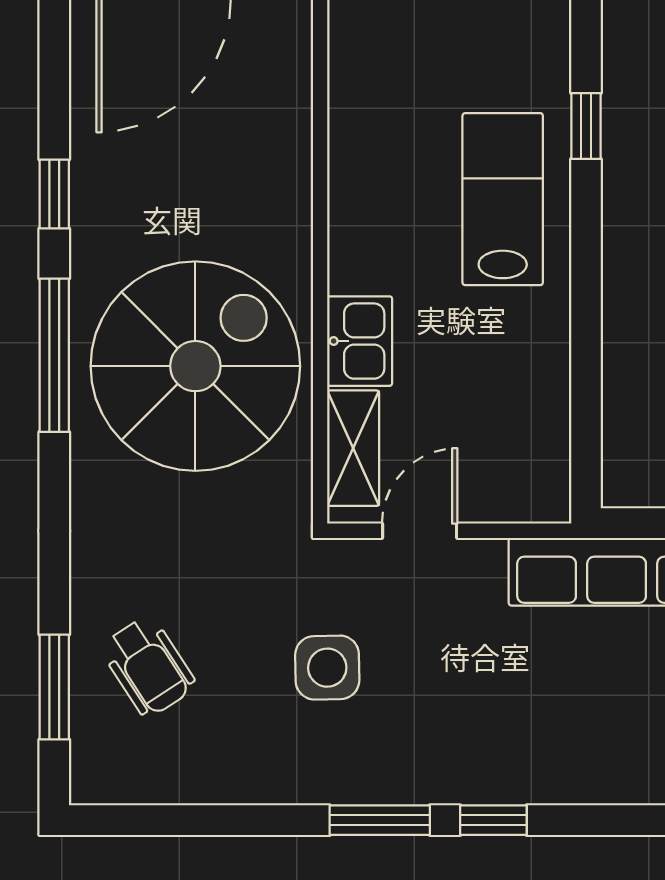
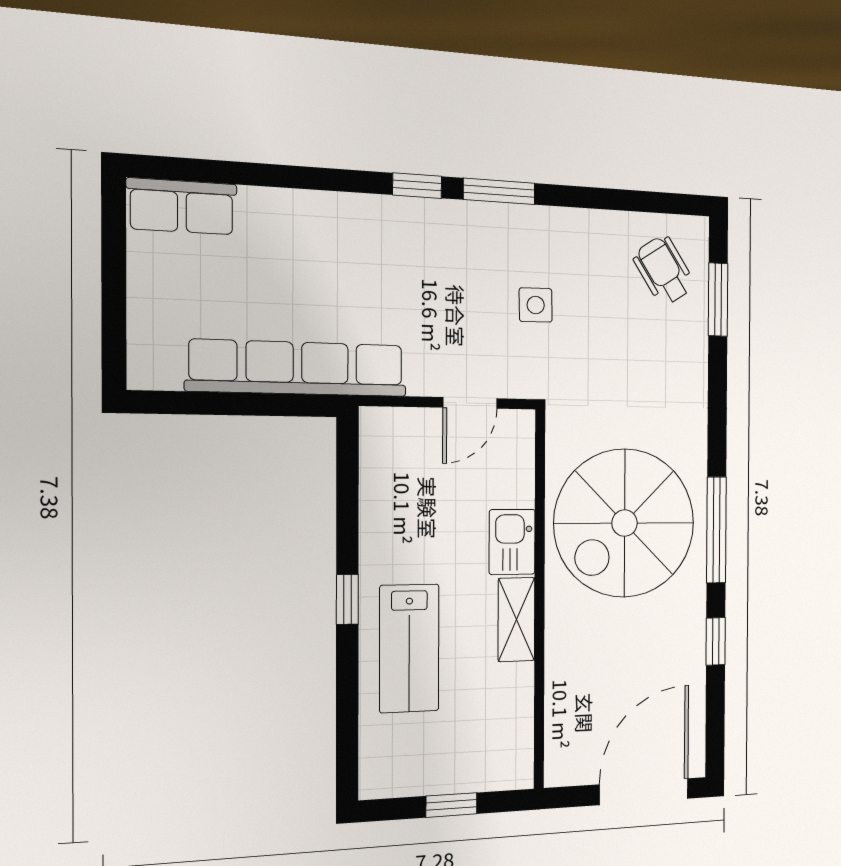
window: (586, 126) -> (347, 599), moved
shelving: (353, 448) -> (516, 620), moved
wheelchair: (148, 667) -> (664, 270), moved
side table: (327, 668) -> (536, 305), width x0.73, depth x0.73

